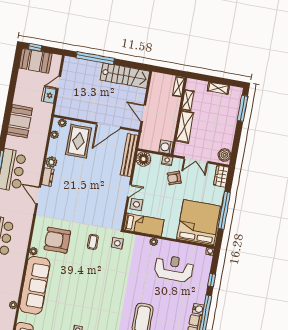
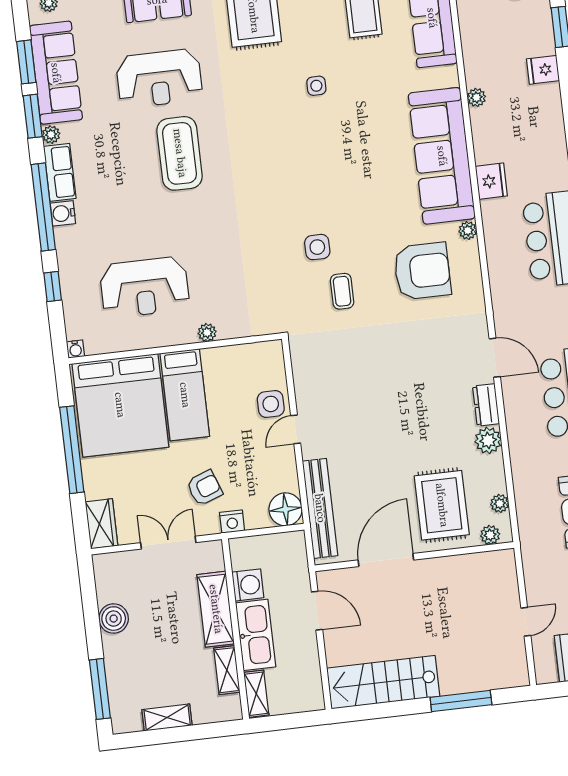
window: (95, 58) -> (461, 701), width x0.68
fridge: (49, 95) -> (491, 181), moved
kitchen sink: (172, 111) -> (256, 635), added
washing machine: (166, 147) -> (248, 585), moved
boiler: (225, 155) -> (114, 619), moved
bed: (144, 225) -> (185, 395), moved, turned -90
side table: (117, 243) -> (317, 247), moved

